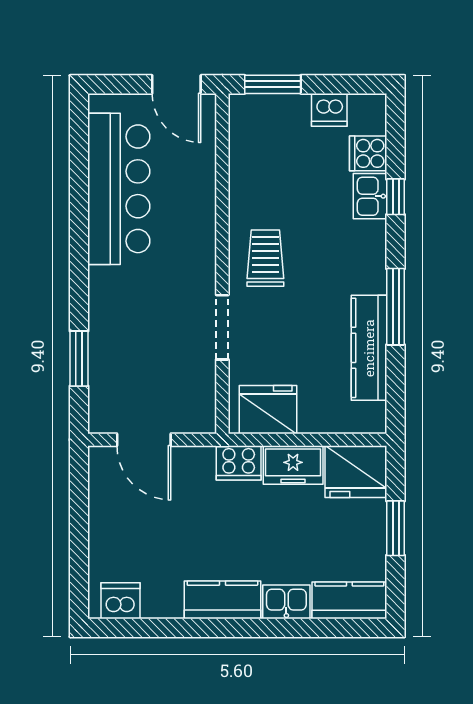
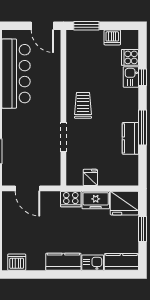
kitchen counter: (369, 348) -> (130, 138), width x0.67
fridge: (268, 410) -> (90, 177), width x0.53, depth x0.75

